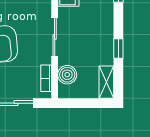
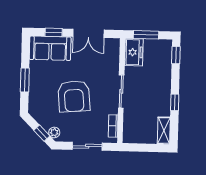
boiler: (67, 75) -> (131, 123), removed

